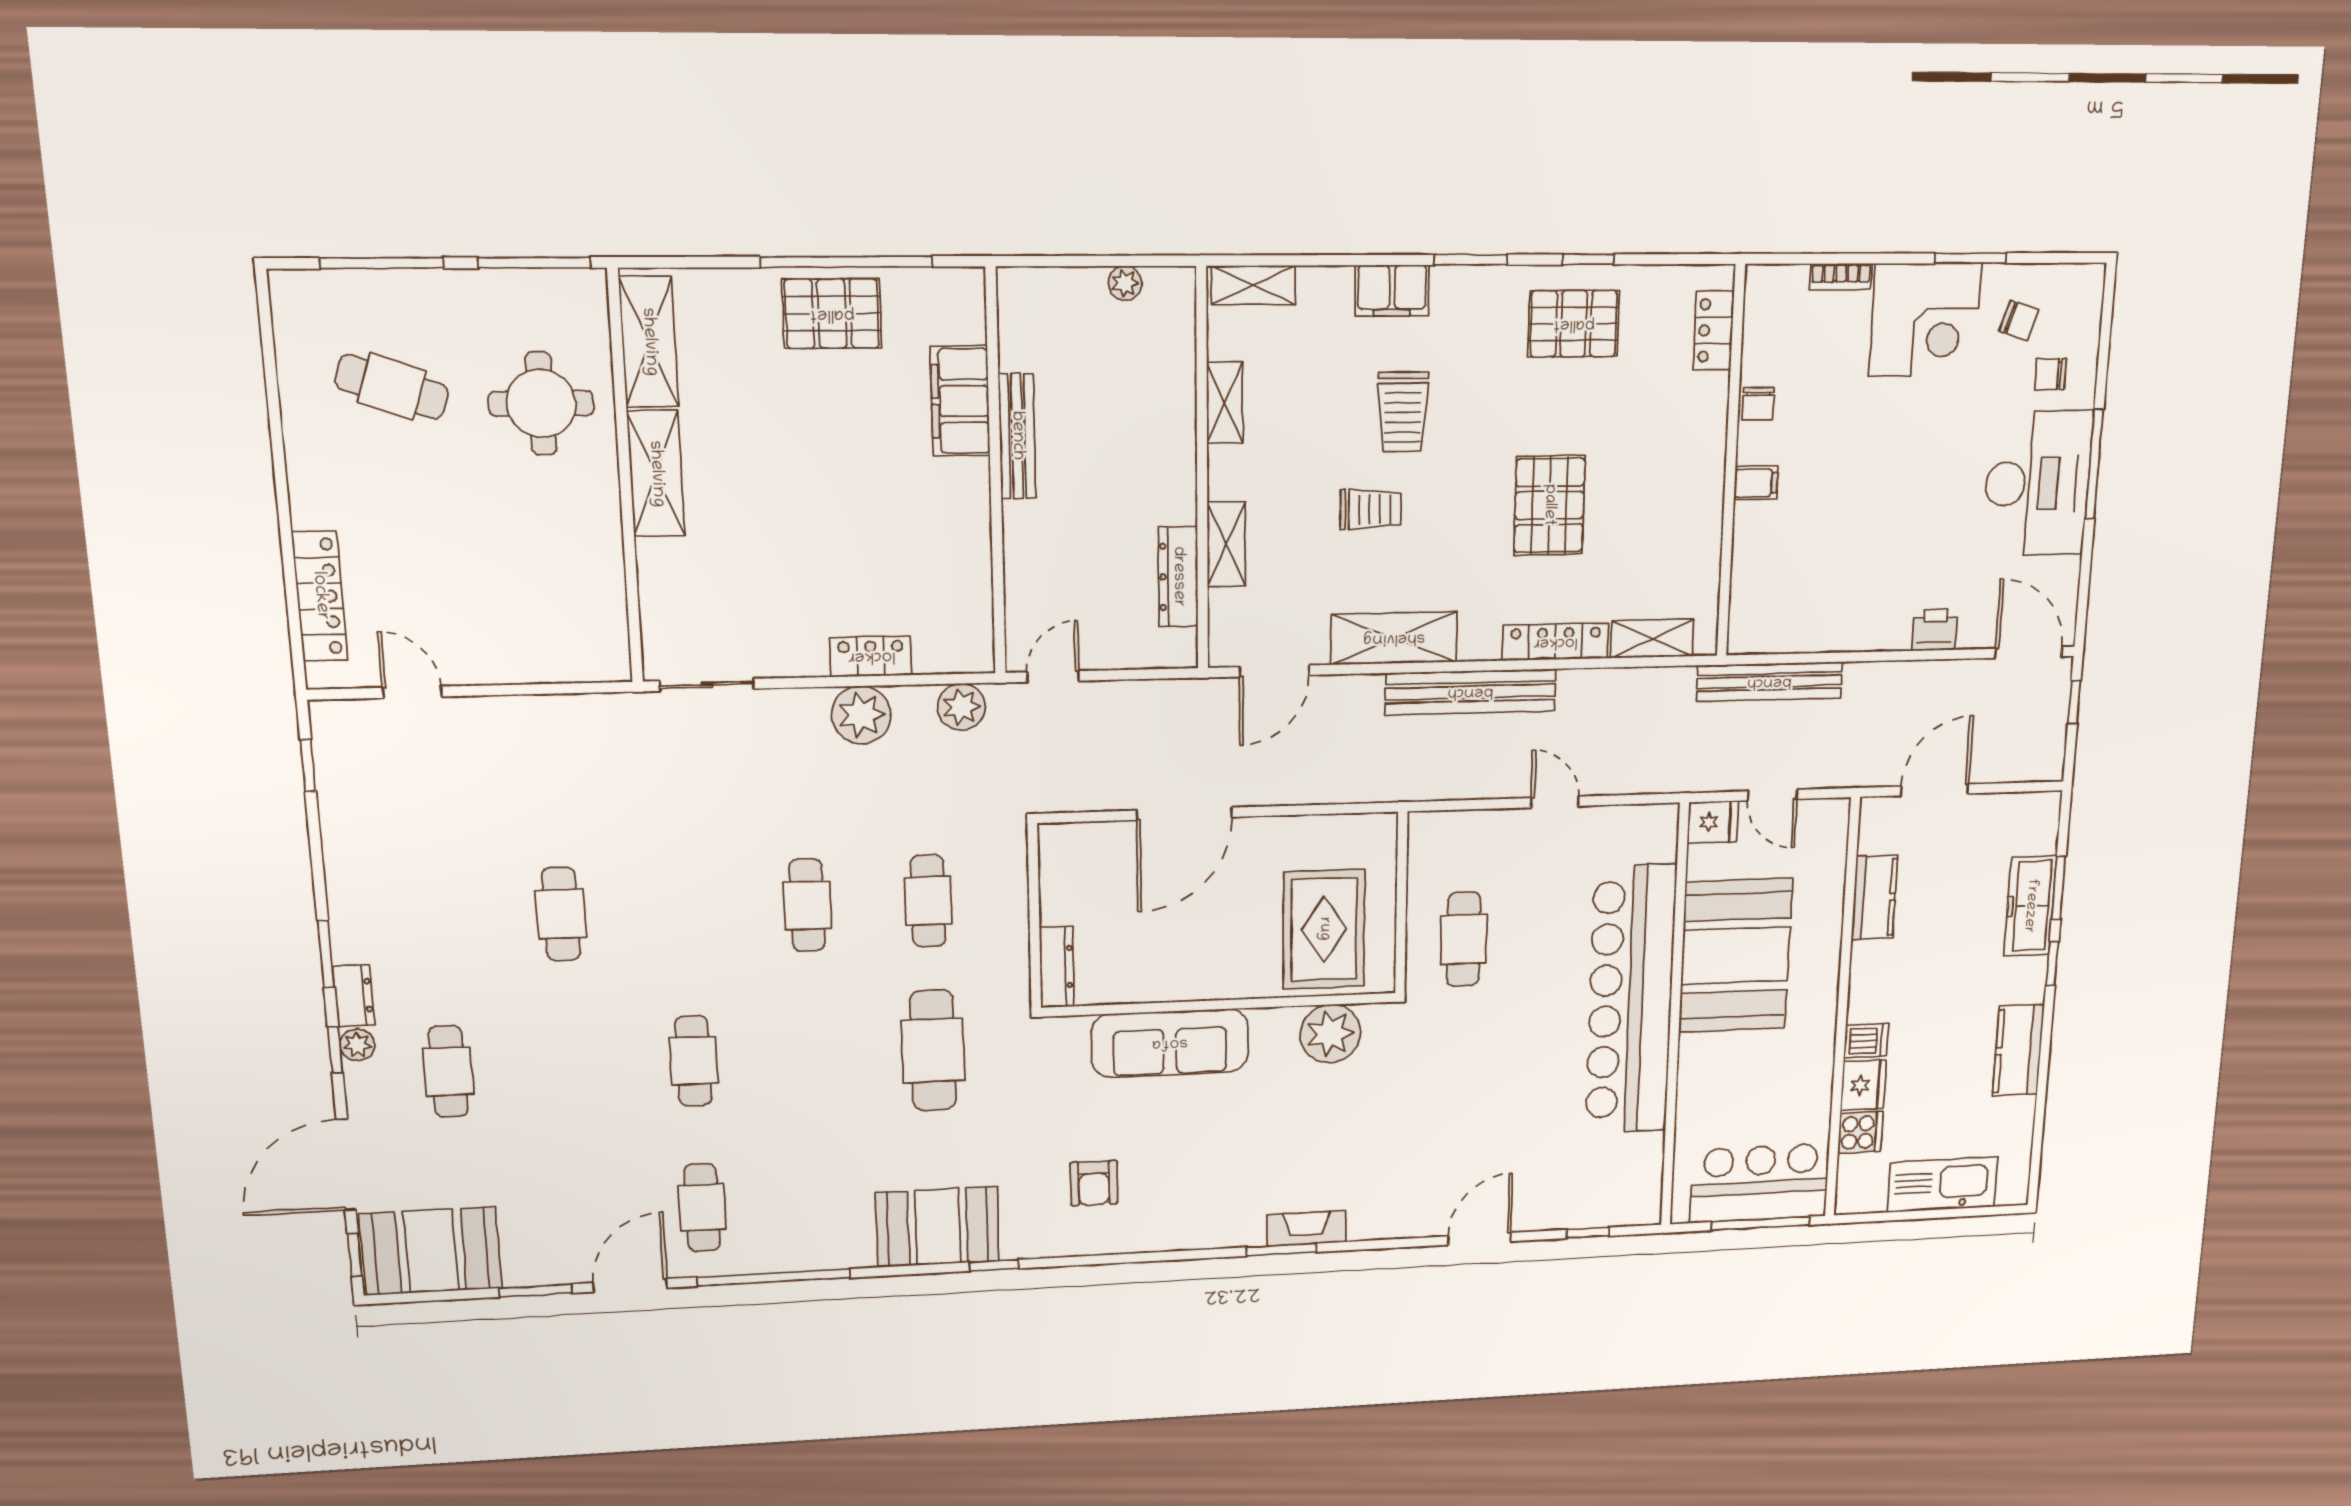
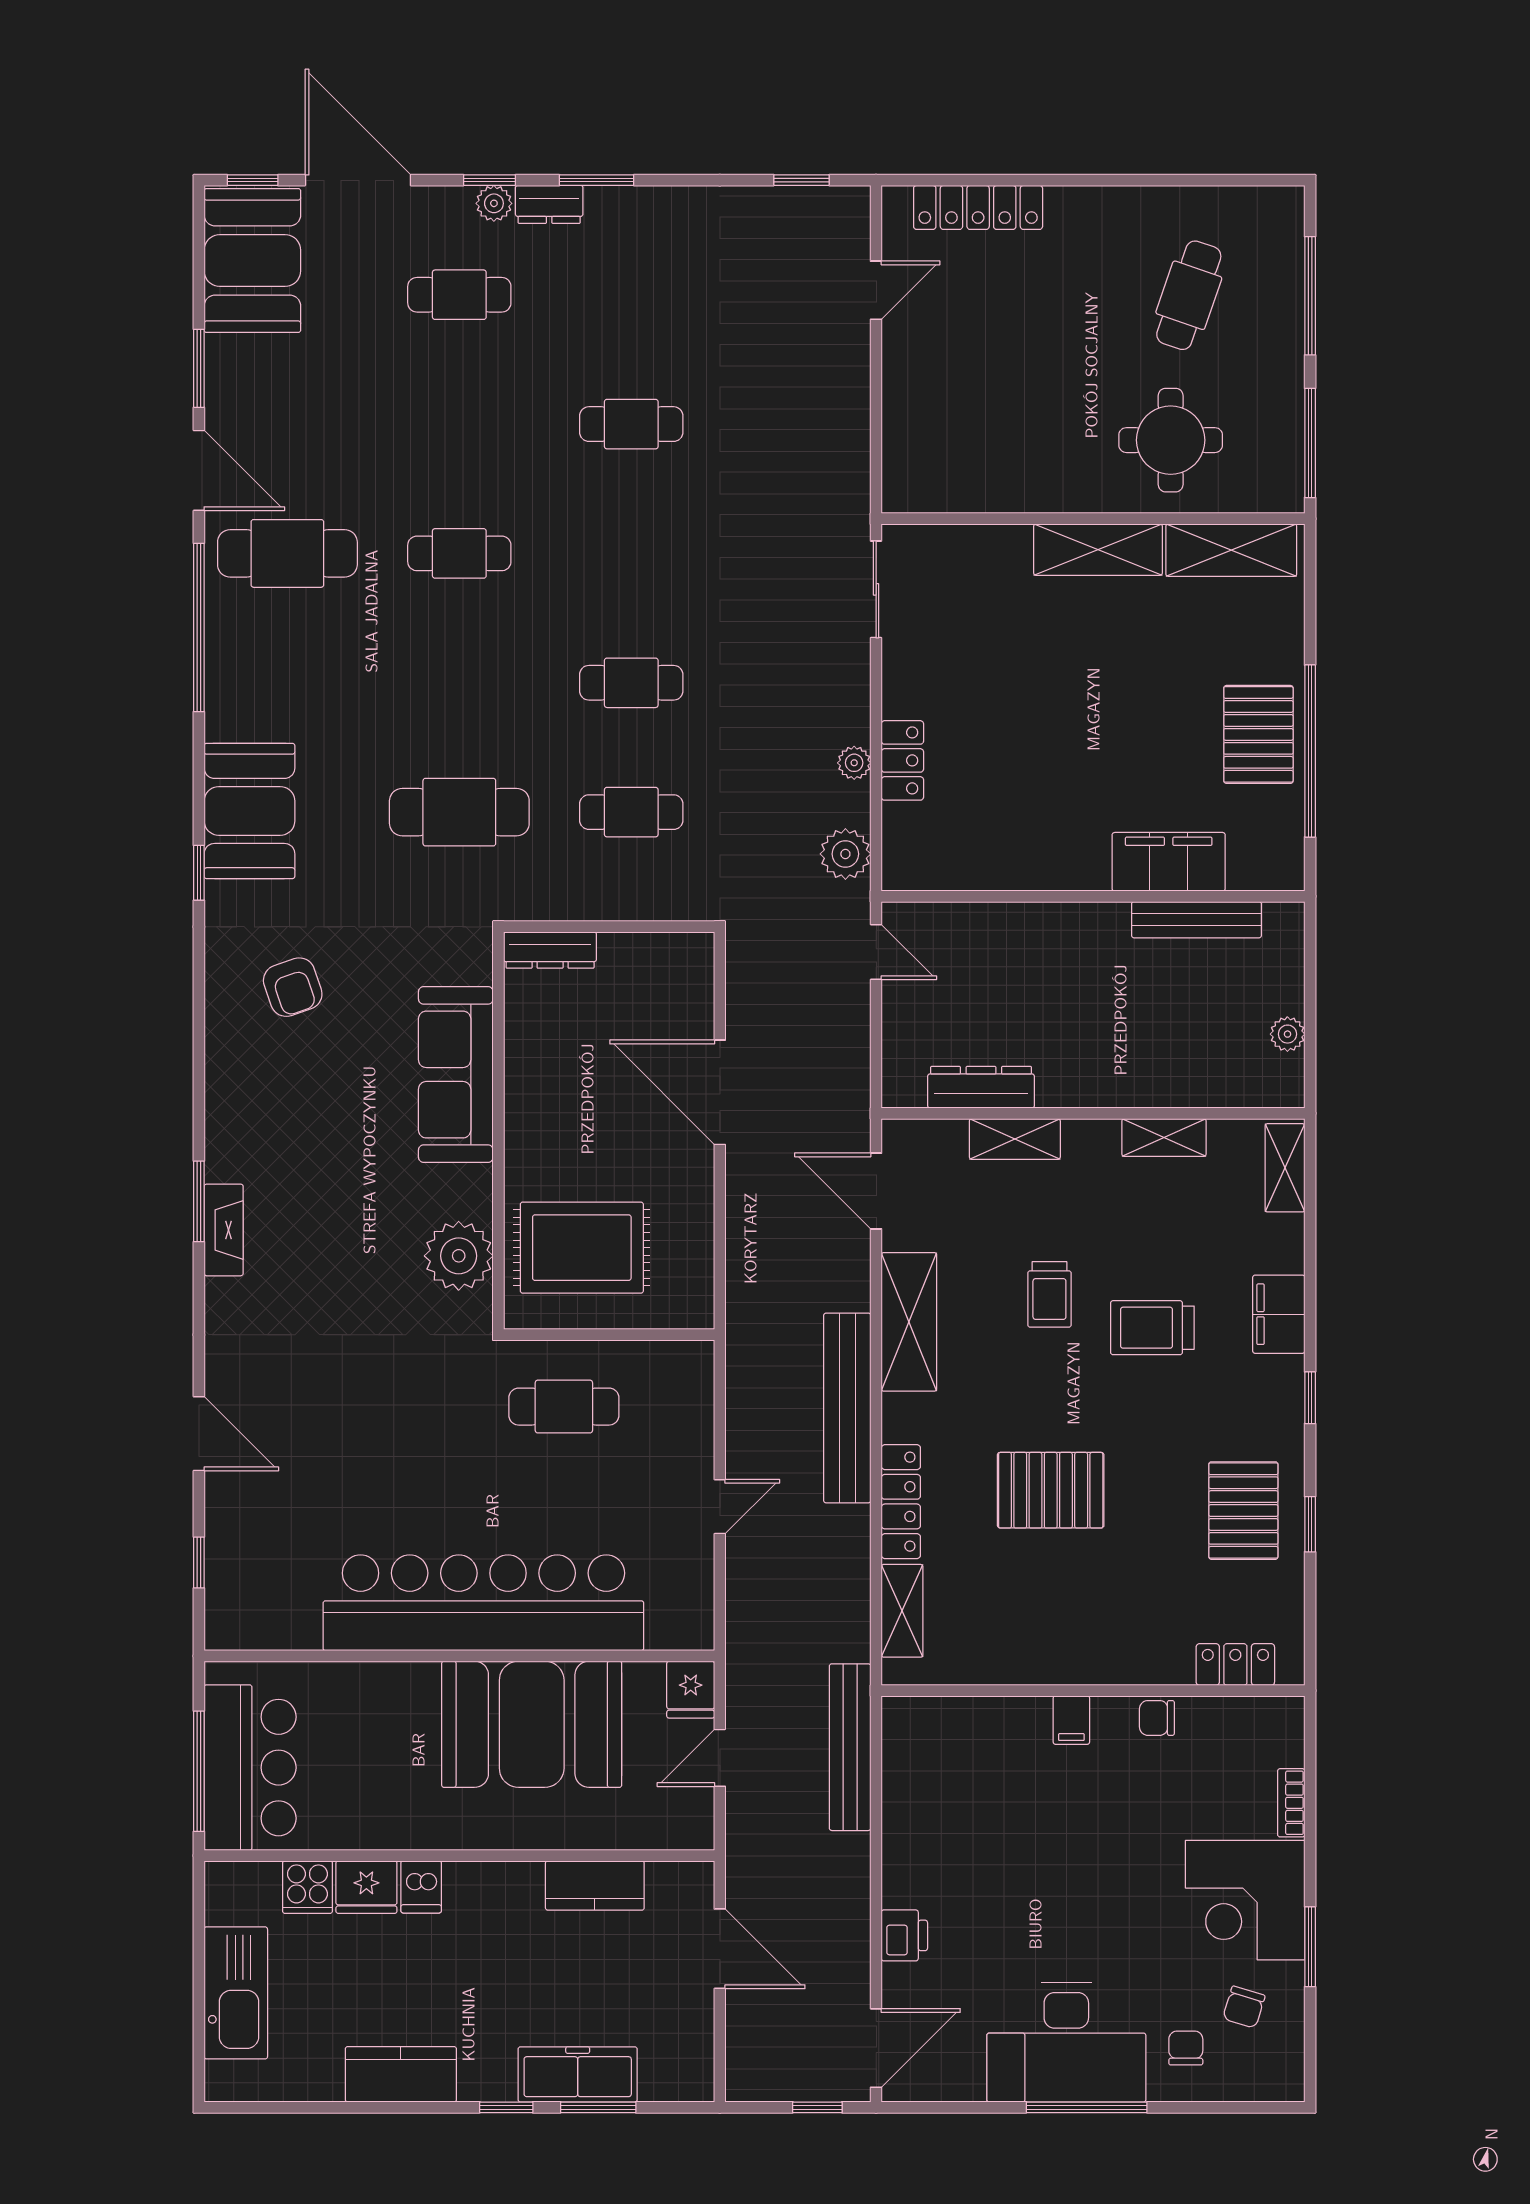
window: (1471, 260) -> (1310, 1398), width x0.67
bench: (1017, 436) -> (1196, 920), moved
plant: (861, 715) -> (854, 763), width x0.53, depth x0.53
armchair: (1094, 1183) -> (293, 987), turned -109
cafe table: (702, 1207) -> (287, 553), width x1.37, depth x1.35

